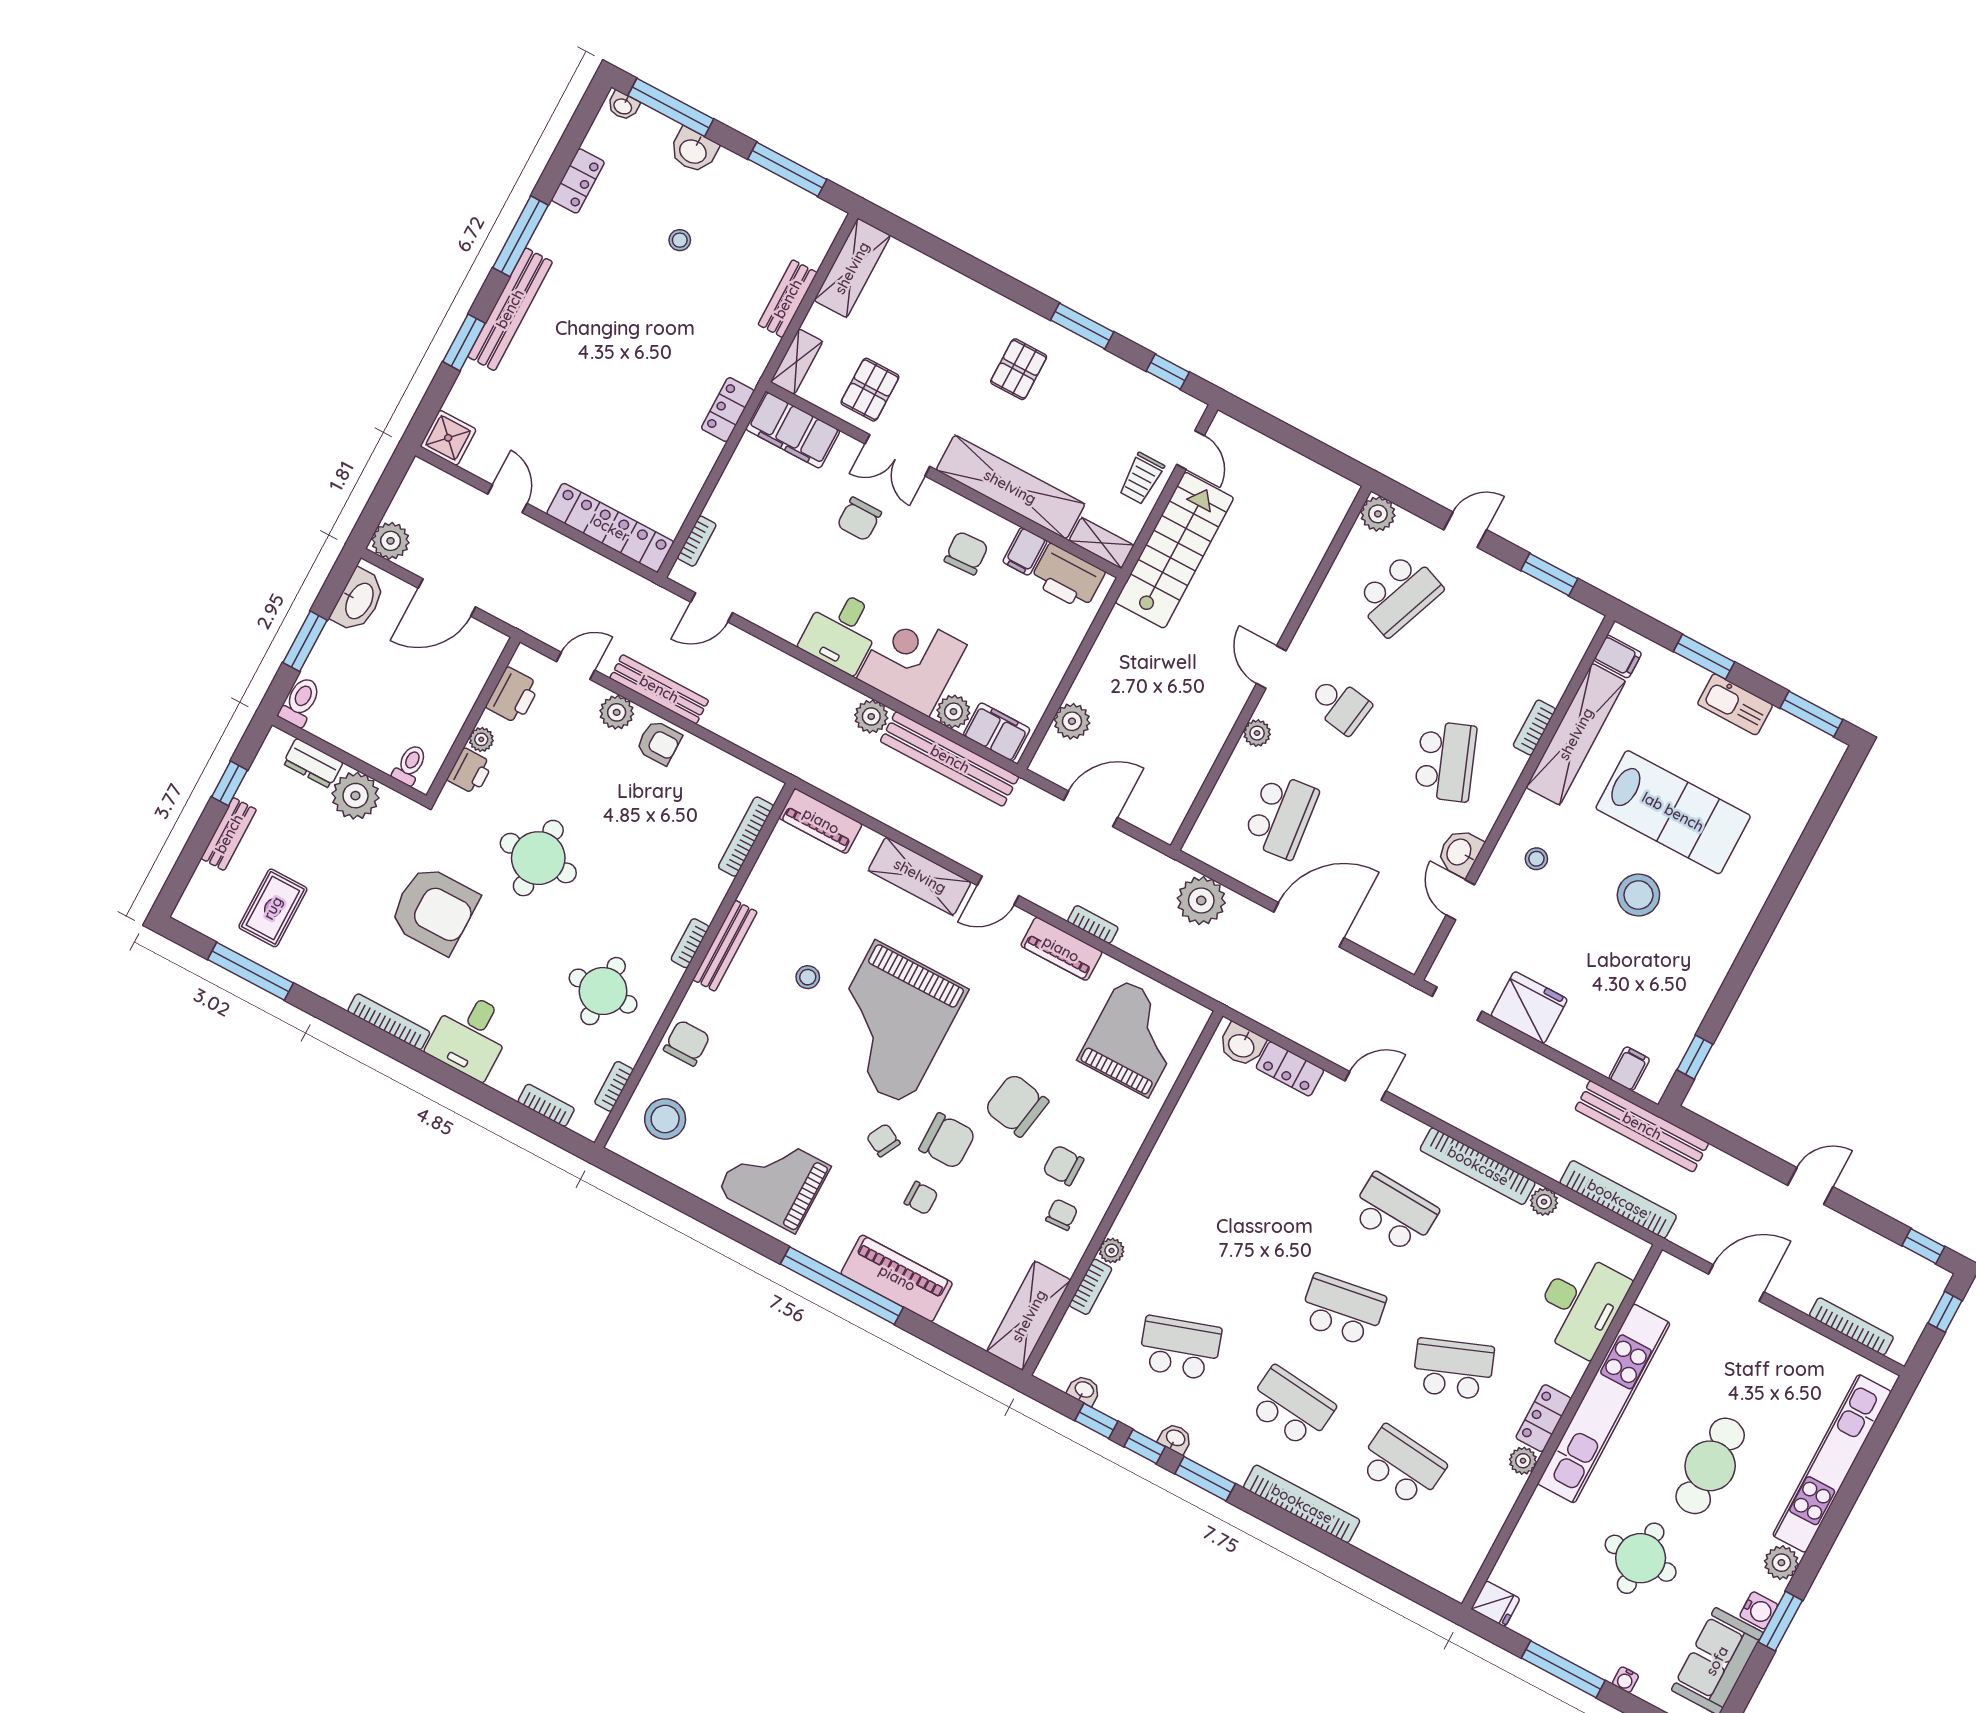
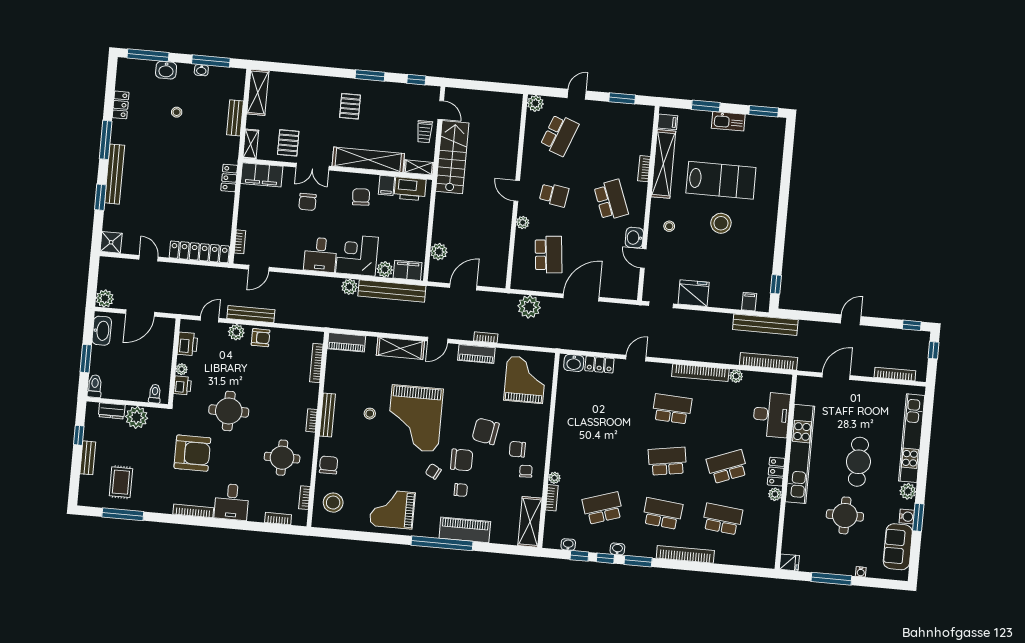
washbasin: (623, 106) -> (201, 70), moved

